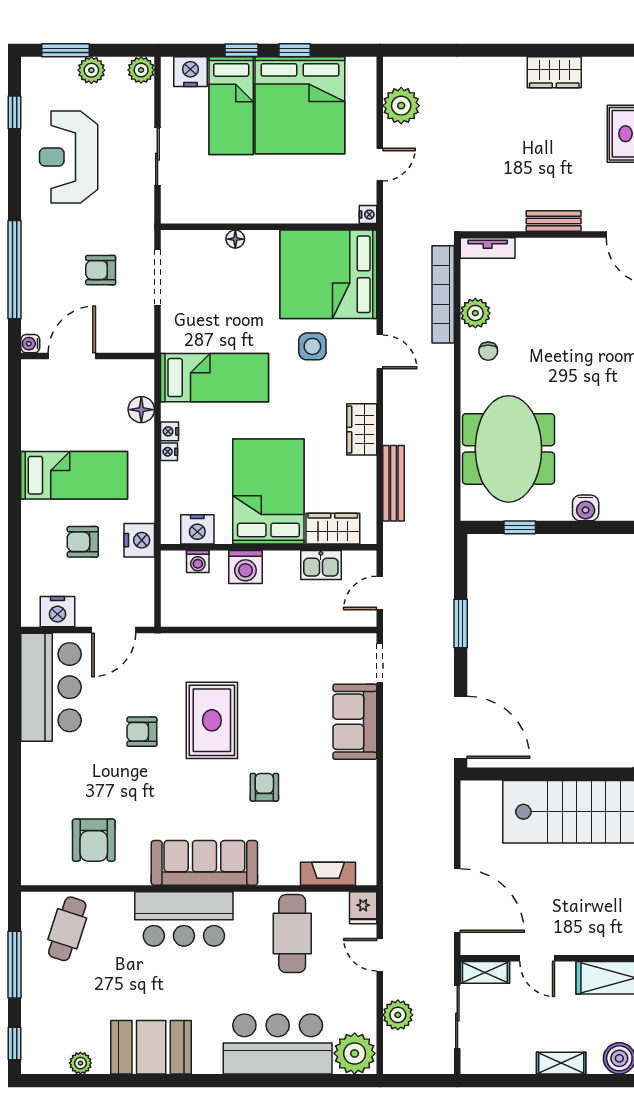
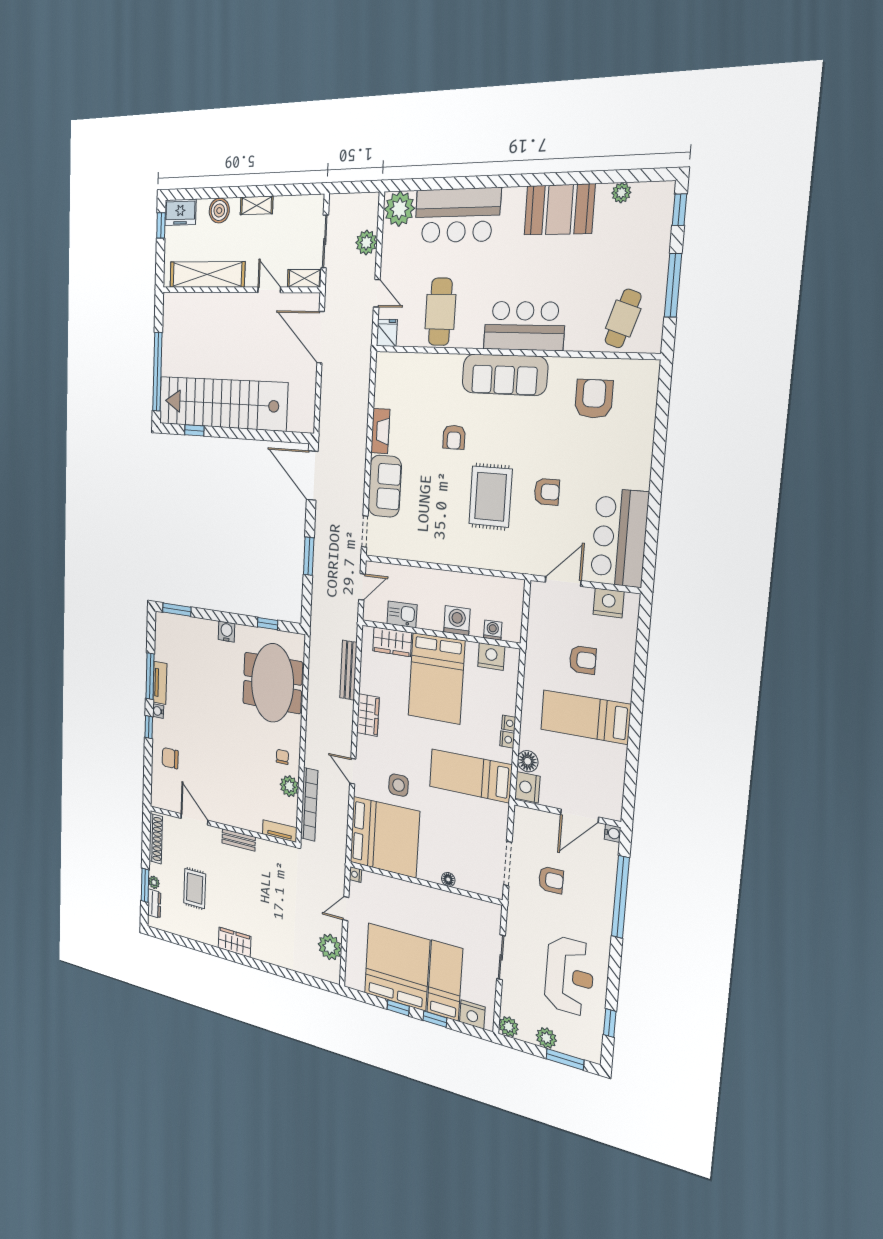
nightstand: (139, 540) -> (527, 787), moved
fireplace: (328, 874) -> (380, 431), moved, turned -90

